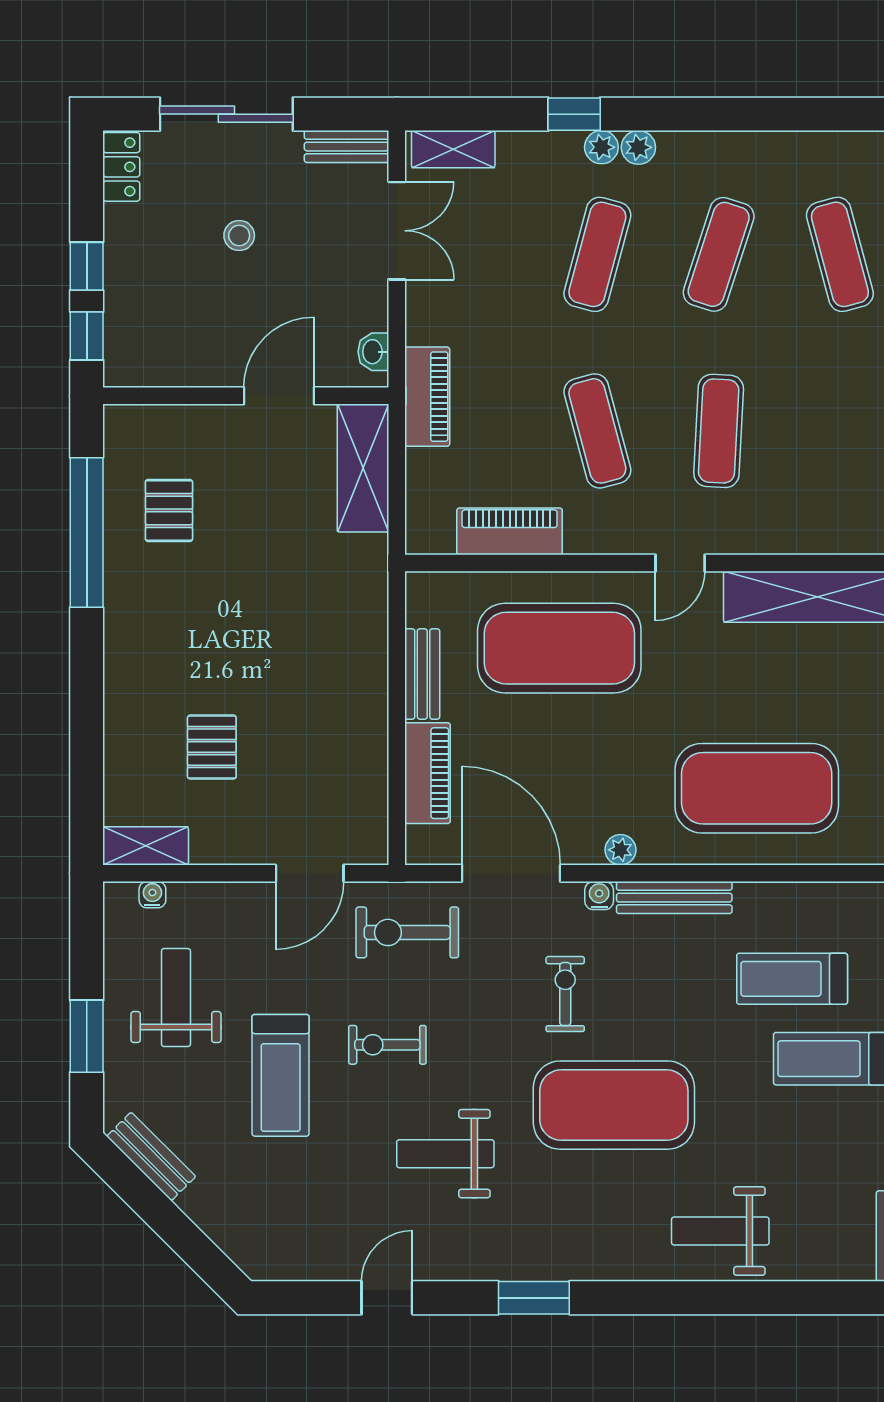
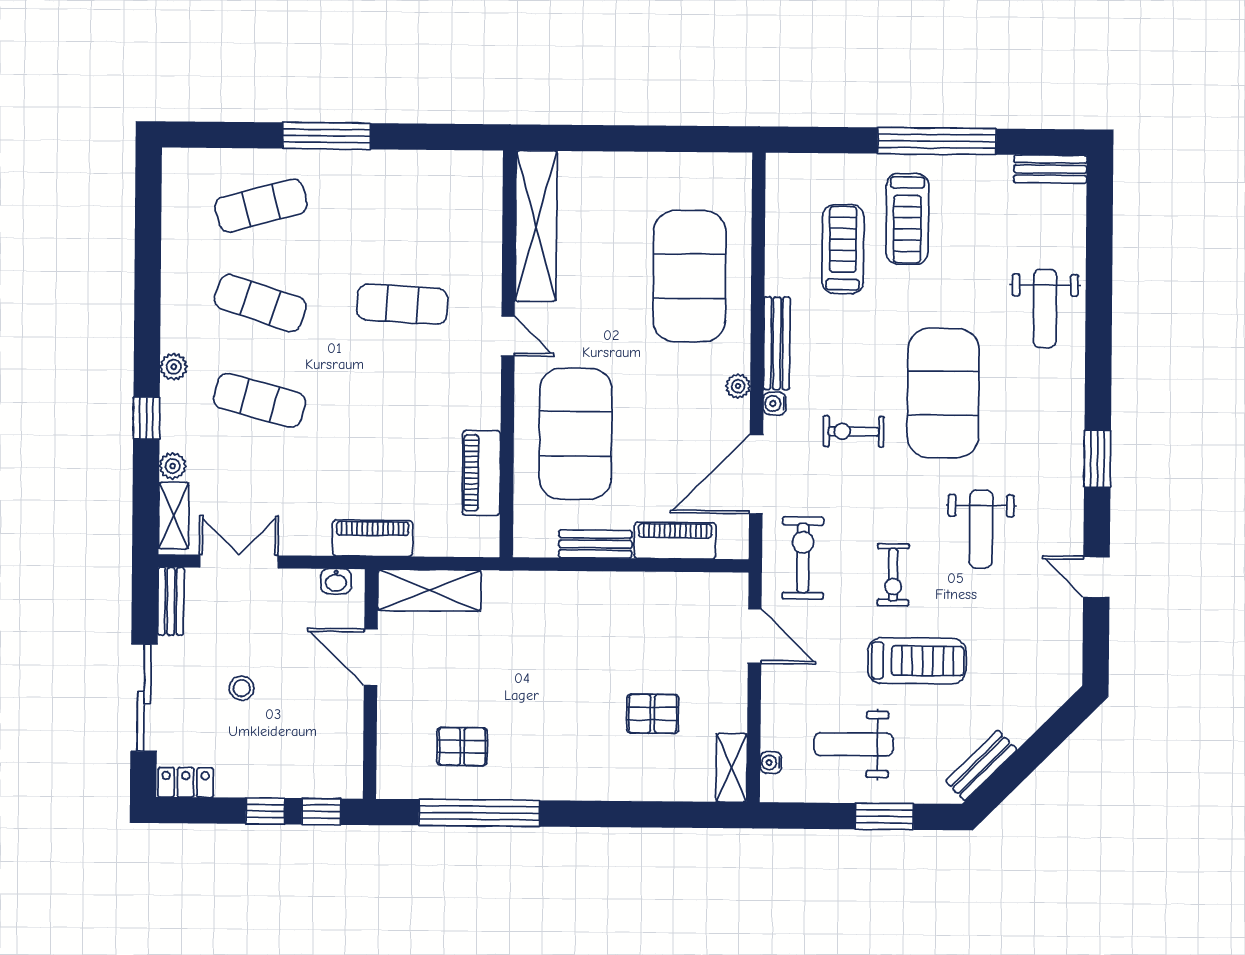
plant: (601, 147) -> (173, 466), moved
exercise mat: (597, 431) -> (401, 402), removed
exercise bike: (407, 932) -> (803, 558), turned 180
treadmill: (792, 979) -> (843, 249), turned 180

